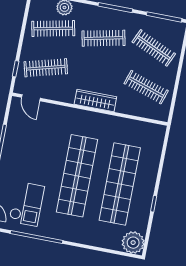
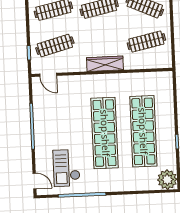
clothes rail: (146, 87) -> (146, 42), turned -30
checkout: (27, 204) -> (67, 168), turned 180

